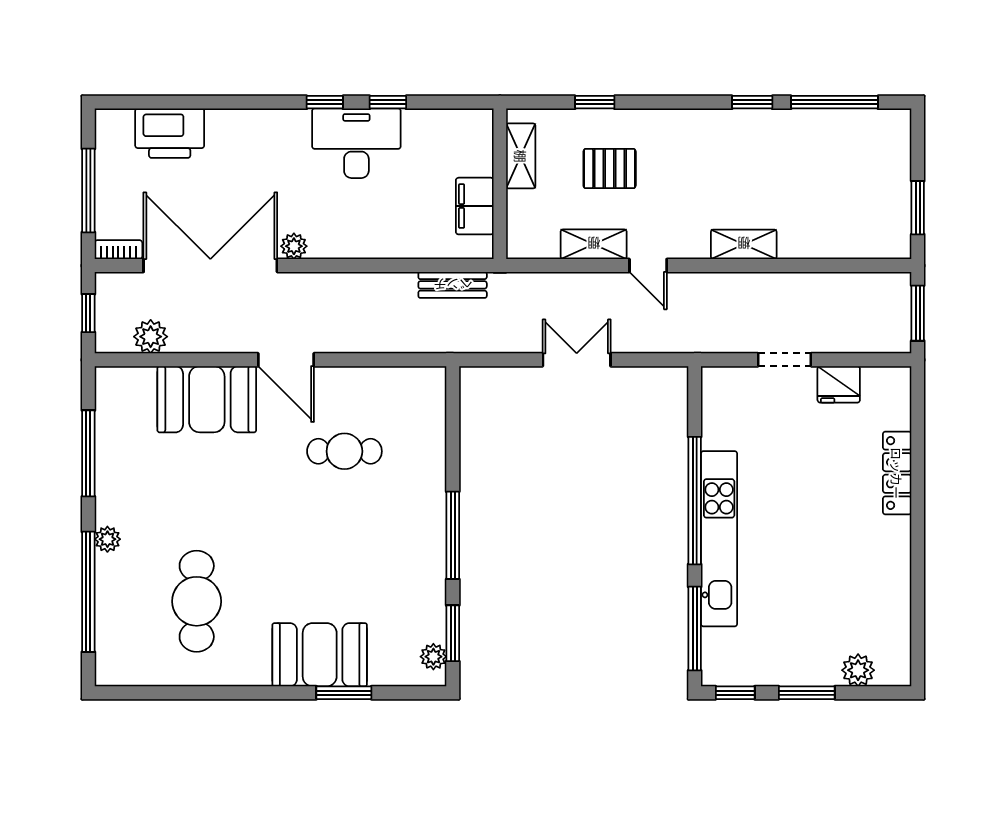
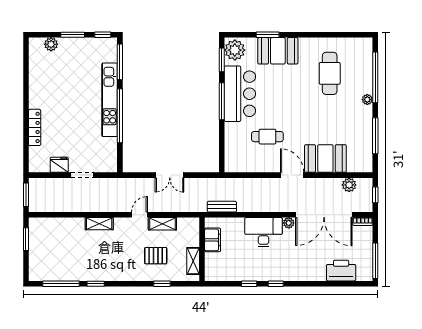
desk: (356, 143) -> (264, 232), moved, turned 180
window: (88, 191) -> (375, 261), moved
door: (648, 266) -> (139, 215), hinge flipped
bar counter: (410, 553) -> (240, 94), added
plant: (433, 657) -> (235, 50), width x1.87, depth x1.87

